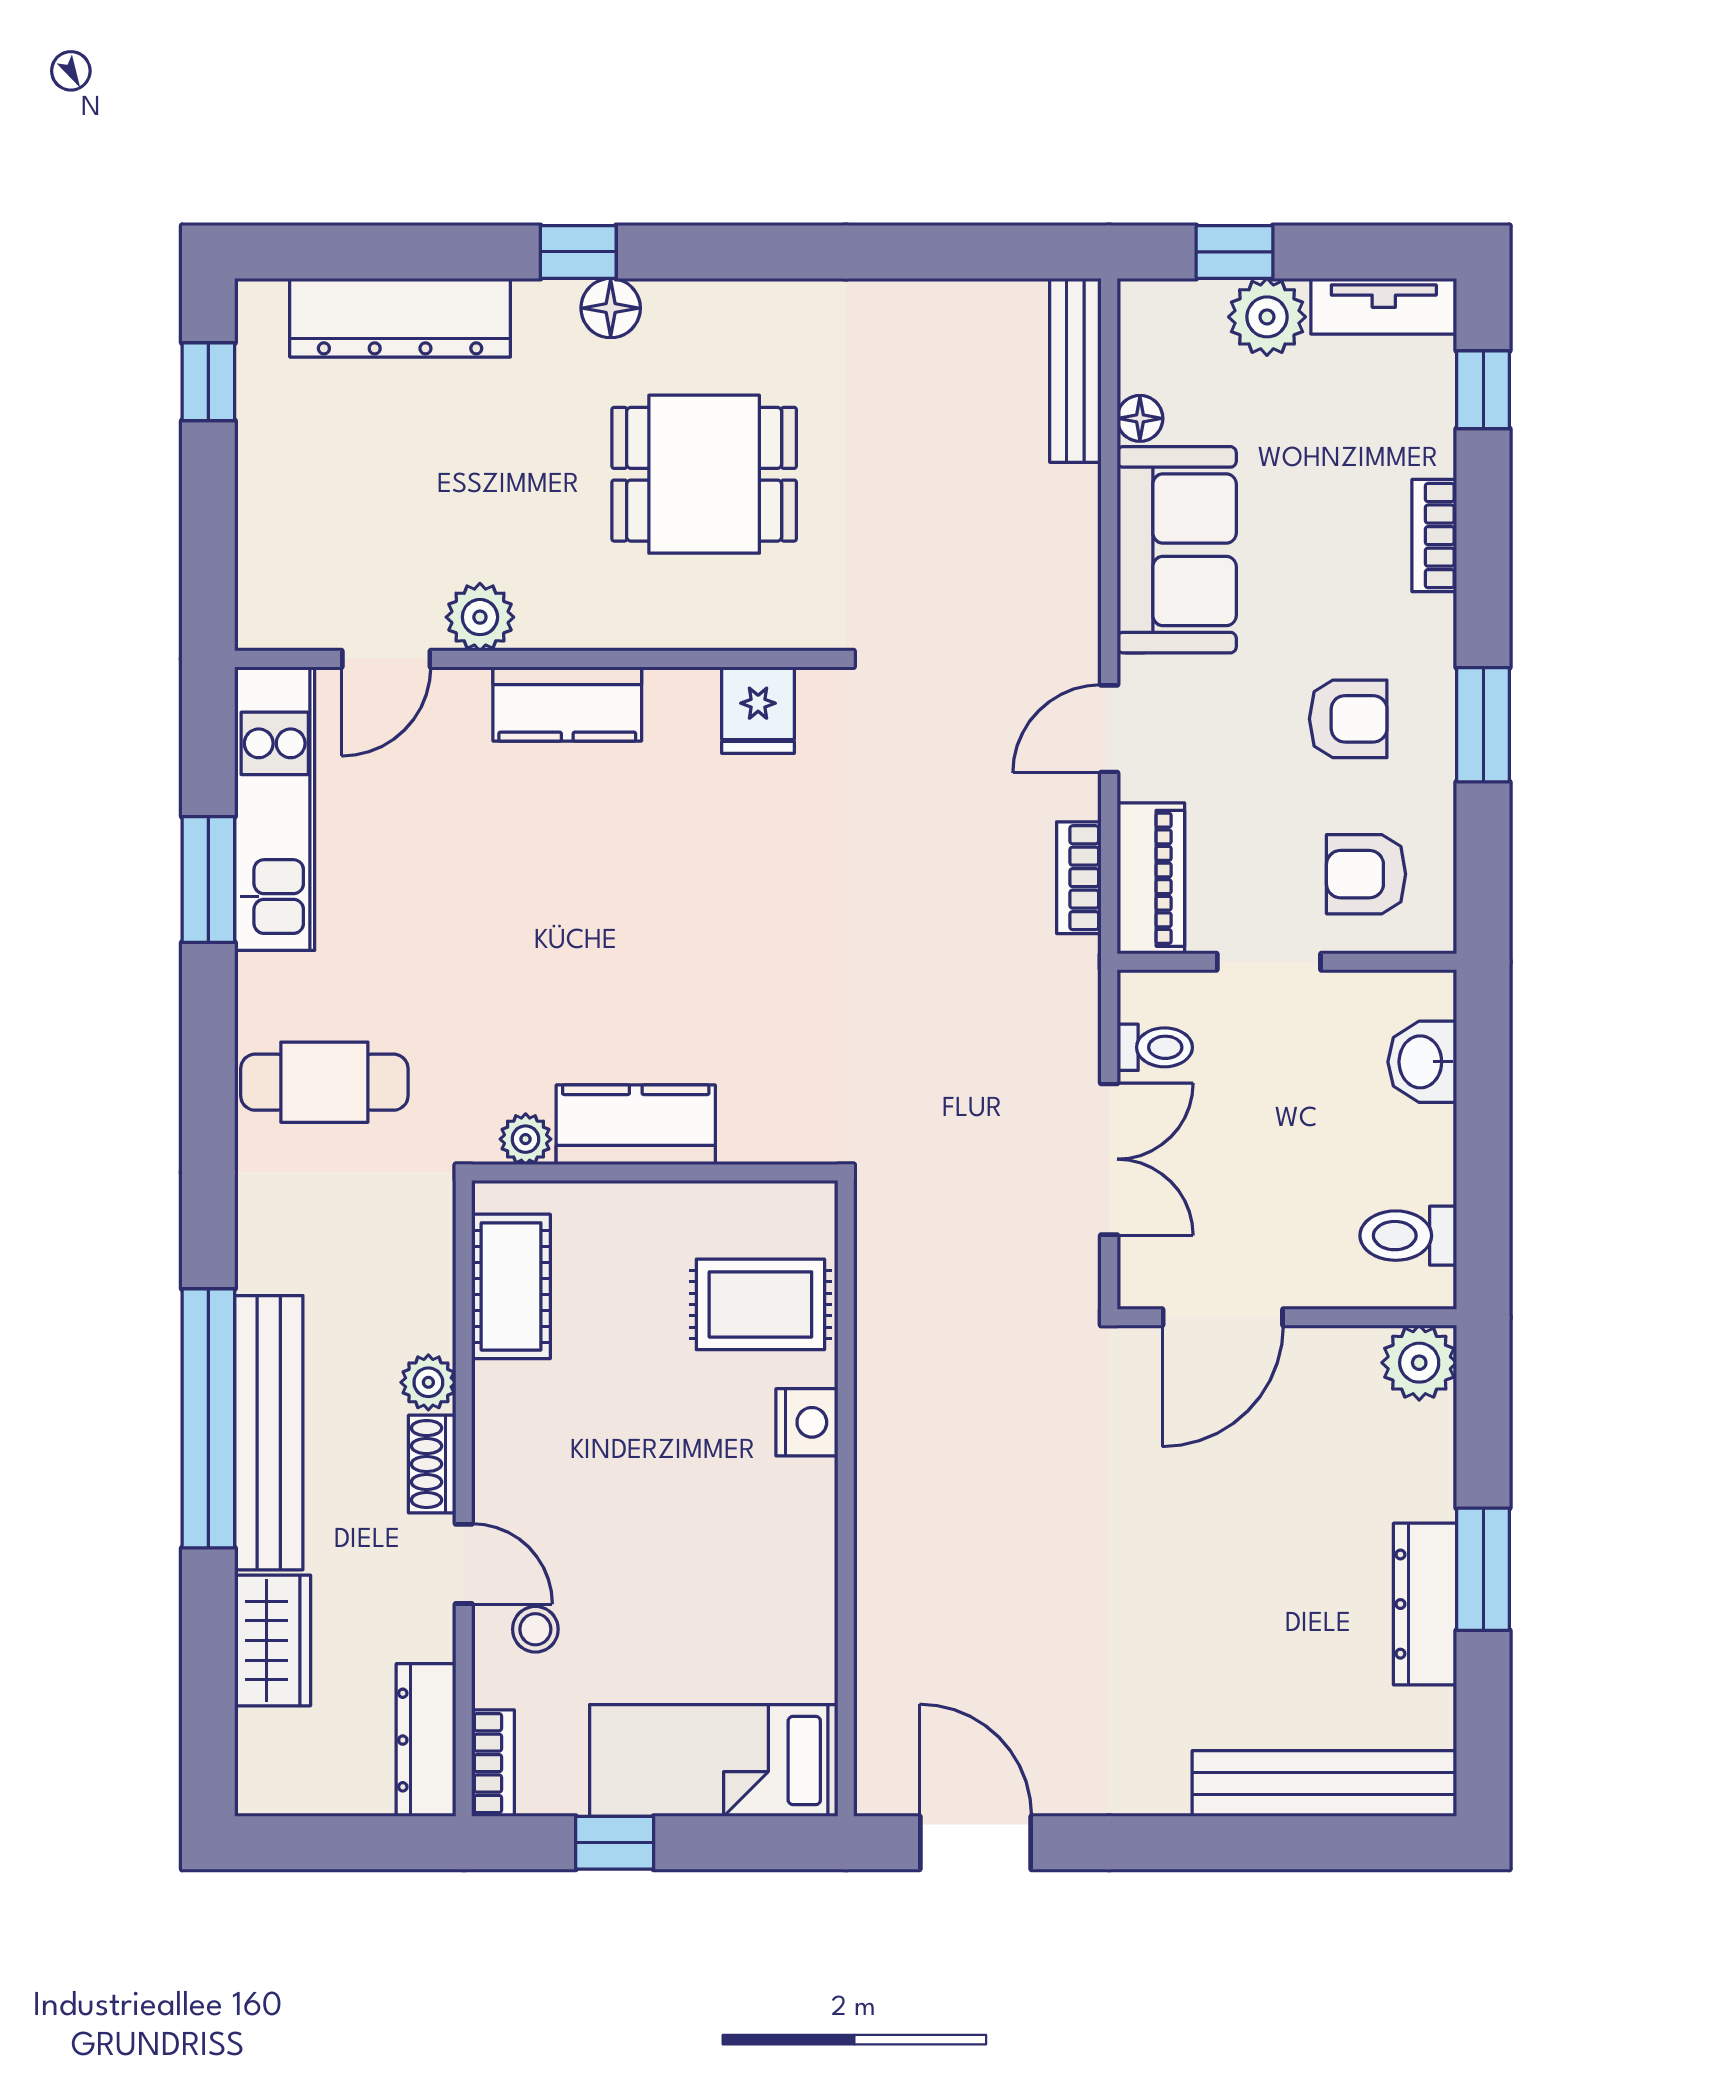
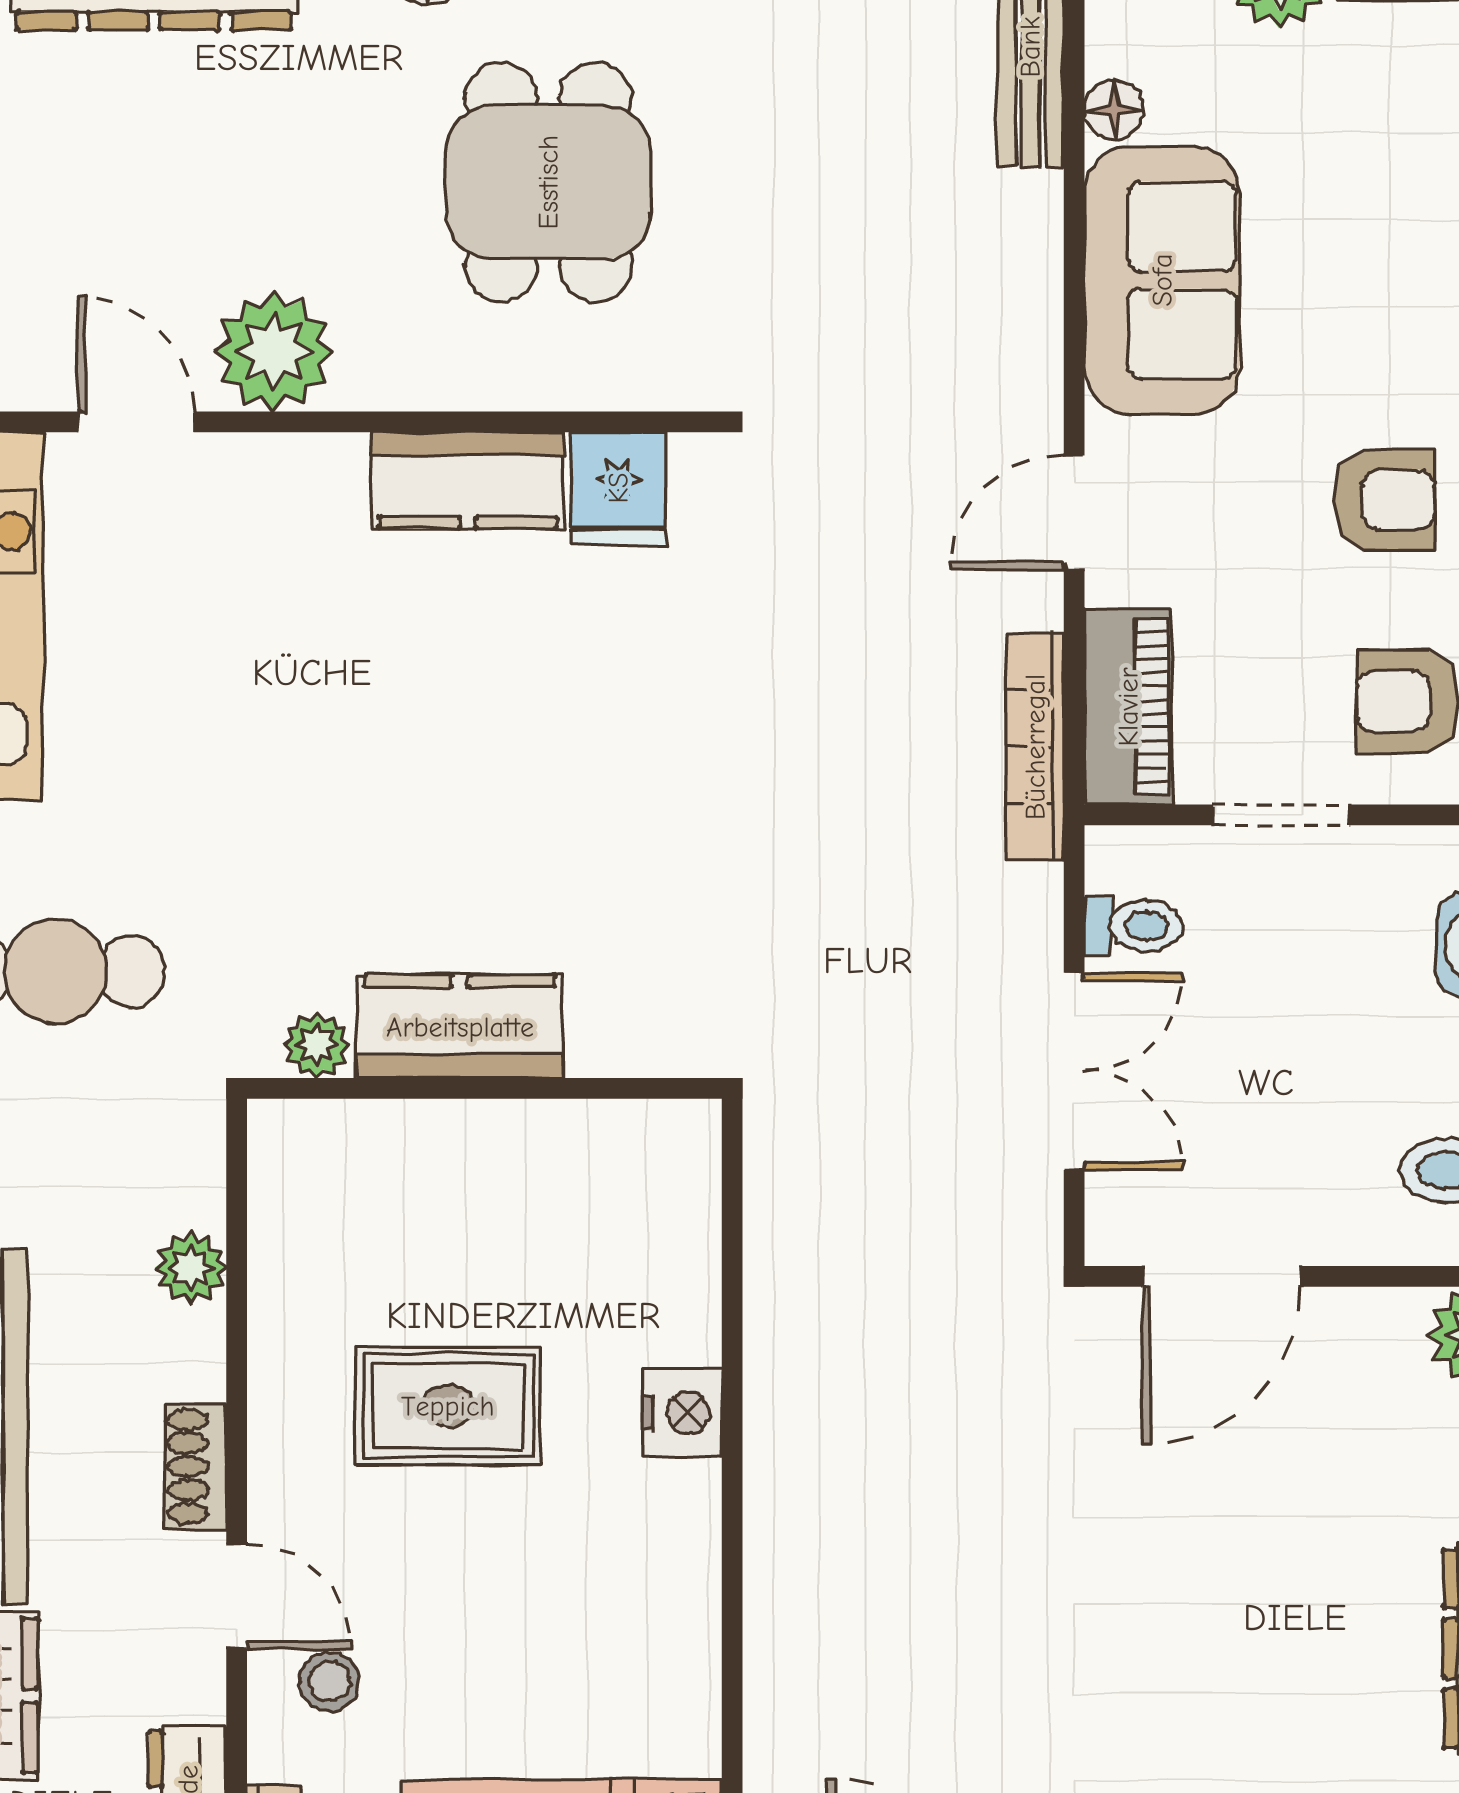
dining table: (704, 474) -> (548, 182), turned 90
plant: (480, 617) -> (274, 352), width x1.36, depth x1.36
door: (386, 659) -> (136, 422), swing flipped
kitchen counter: (567, 704) -> (468, 480), moved
bookcase: (1079, 878) -> (1035, 747), width x1.56
cot: (511, 1286) -> (298, 1236), removed
rug: (760, 1304) -> (448, 1406), moved
plant: (428, 1382) -> (191, 1268), moved

